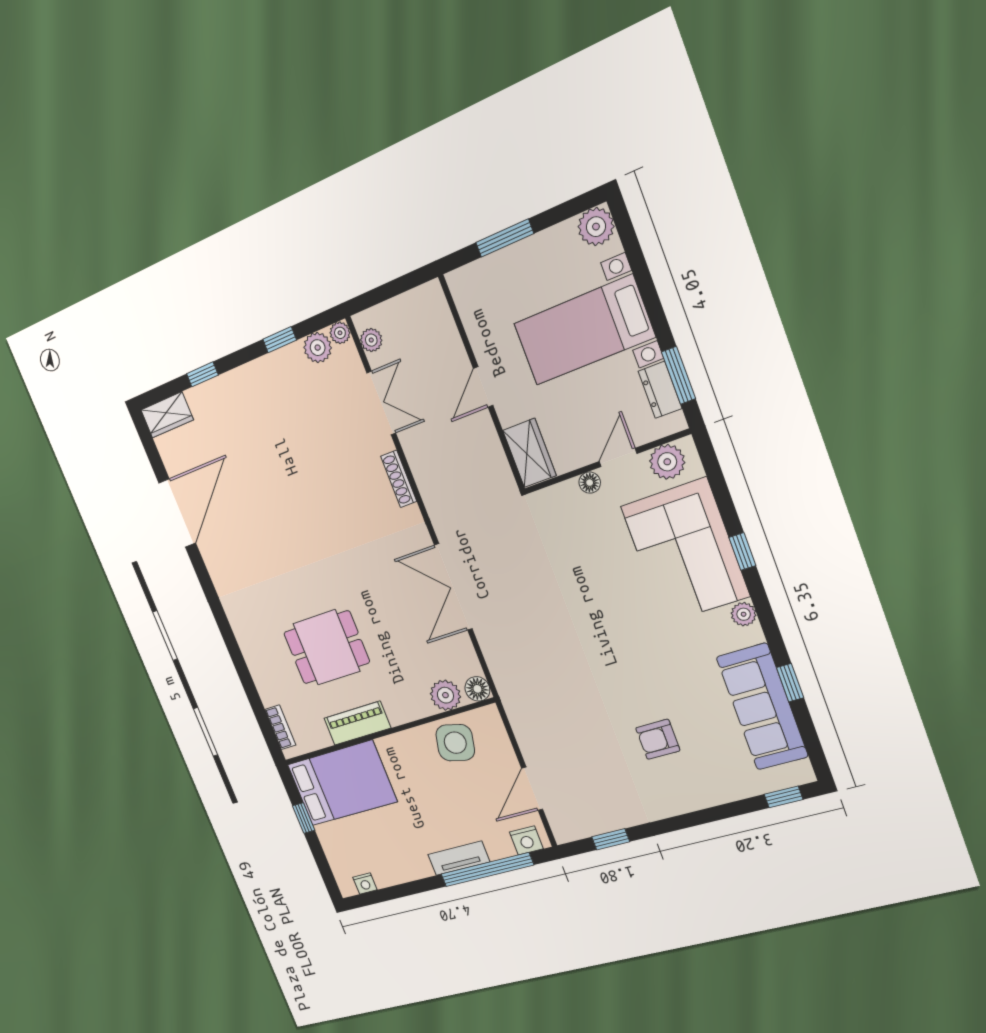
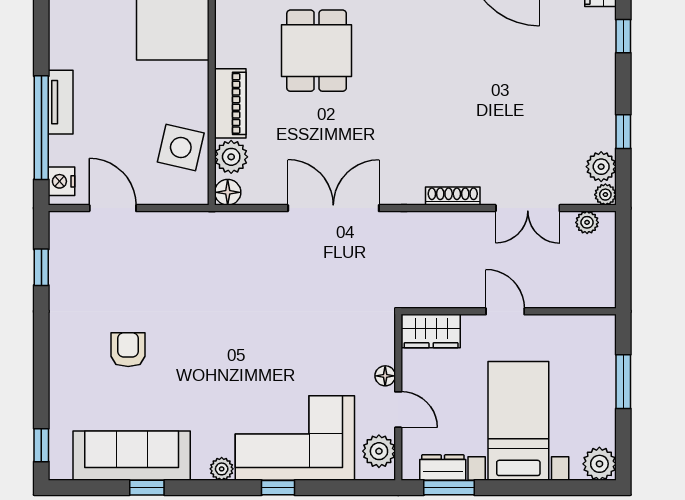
piano: (357, 723) -> (230, 103), moved

